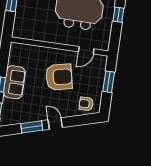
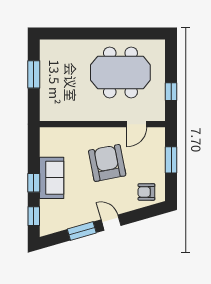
window: (118, 15) -> (171, 92), moved
armchair: (59, 77) -> (107, 163), turned -89

